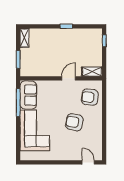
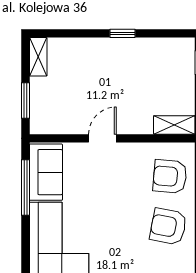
door: (69, 78) -> (102, 138), moved
armchair: (74, 122) -> (168, 226), moved

